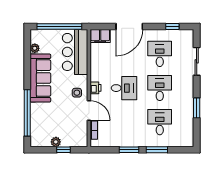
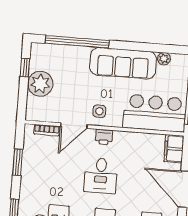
plant: (56, 142) -> (40, 84), width x1.87, depth x1.87
window: (63, 150) -> (25, 68), moved
window: (129, 150) -> (18, 162), moved

